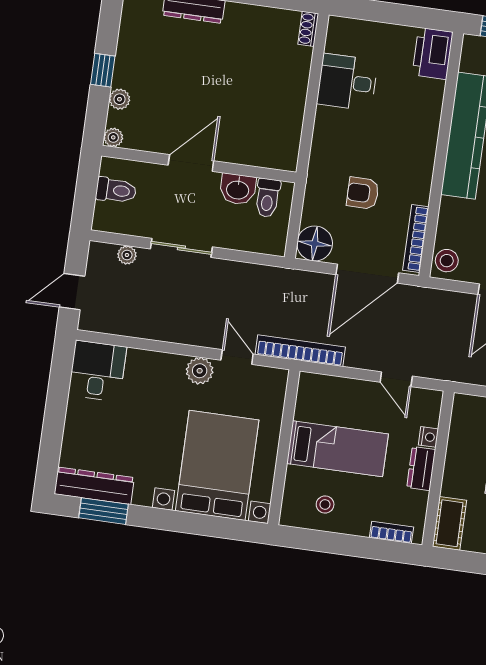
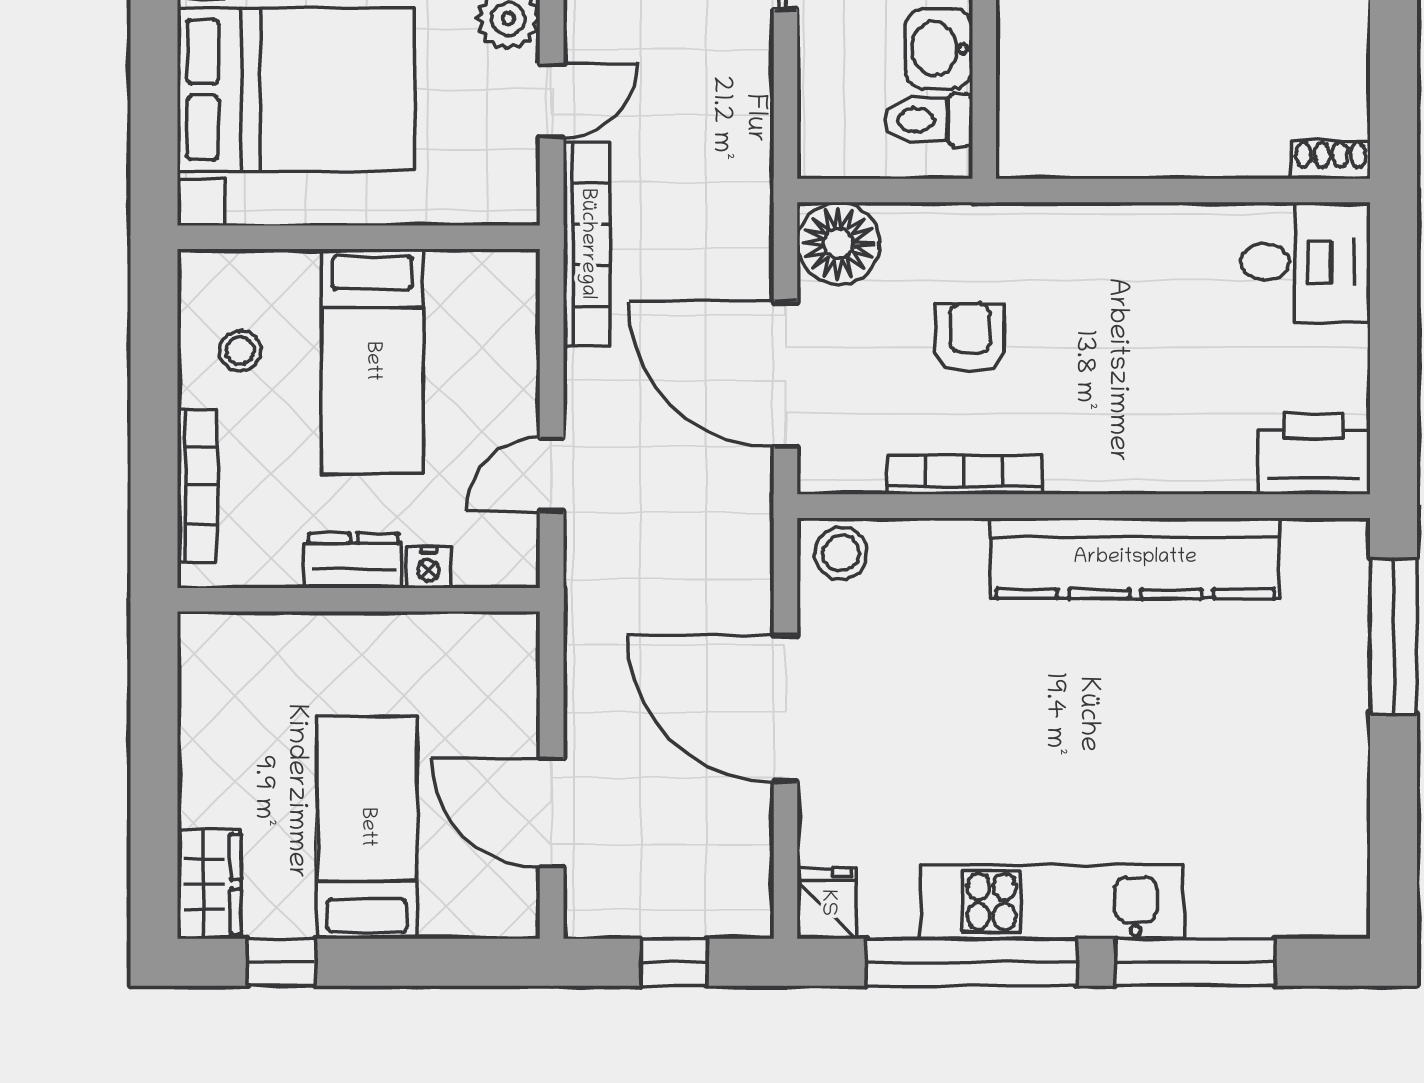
desk: (347, 82) -> (1305, 262), moved, turned 90
bookcase: (416, 238) -> (964, 475), moved
cot: (450, 523) -> (237, 644), removed
bookcase: (391, 532) -> (197, 485), width x1.56

